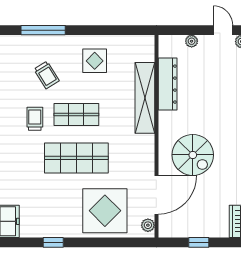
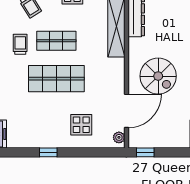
display table: (105, 211) -> (81, 125), width x0.54, depth x0.54
window: (53, 242) -> (48, 152), moved
window: (199, 242) -> (145, 152), moved

